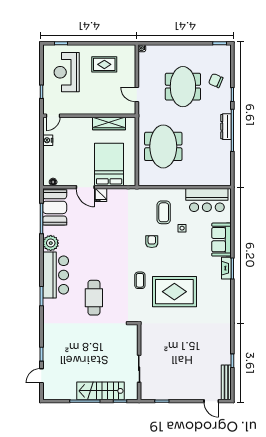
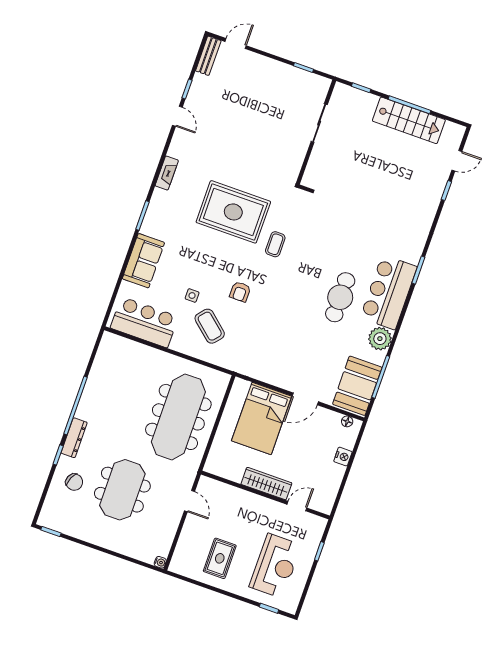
rug: (104, 64) -> (220, 558), turned 90
door: (53, 116) -> (297, 506), moved
wardrobe: (109, 123) -> (266, 484), moved
dresser: (226, 127) -> (74, 438), moved
nightstand: (48, 140) -> (343, 457), moved
meeting table: (163, 146) -> (178, 417), width x1.36
door: (85, 187) -> (305, 399), swing flipped
fridge: (101, 195) -> (288, 380), removed
coffee table: (164, 212) -> (210, 326), turned -49
fireplace: (226, 268) -> (167, 173), moved
cafe table: (94, 298) -> (340, 297), moved
door: (232, 341) -> (177, 116), added
bench: (226, 382) -> (208, 56), width x0.73
stairs: (101, 391) -> (409, 120), moved
door: (211, 401) -> (236, 44), hinge flipped

